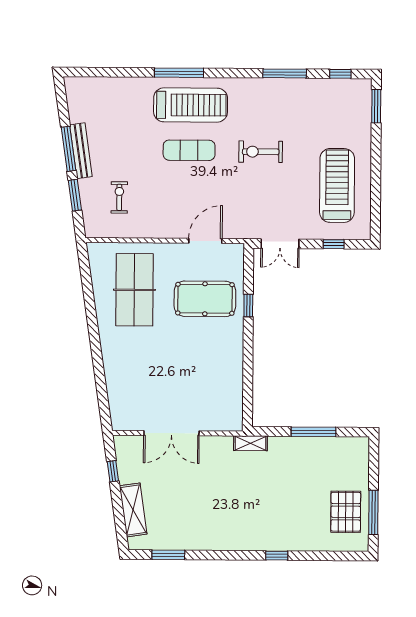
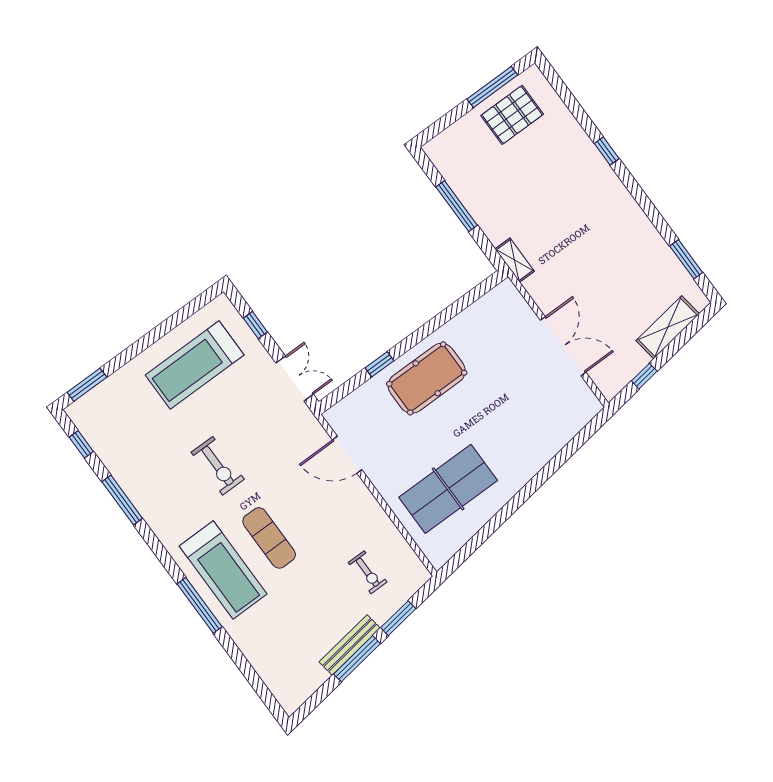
treadmill: (191, 105) -> (223, 570), turned 180
exercise bike: (119, 197) -> (368, 572), turned -90
pool table: (205, 299) -> (427, 378), moved, turned 90

